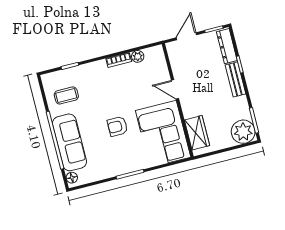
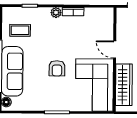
plant: (138, 56) -> (56, 13), moved
armchair: (117, 126) -> (57, 68), turned -90
wardrobe: (197, 133) -> (124, 85), width x1.50

